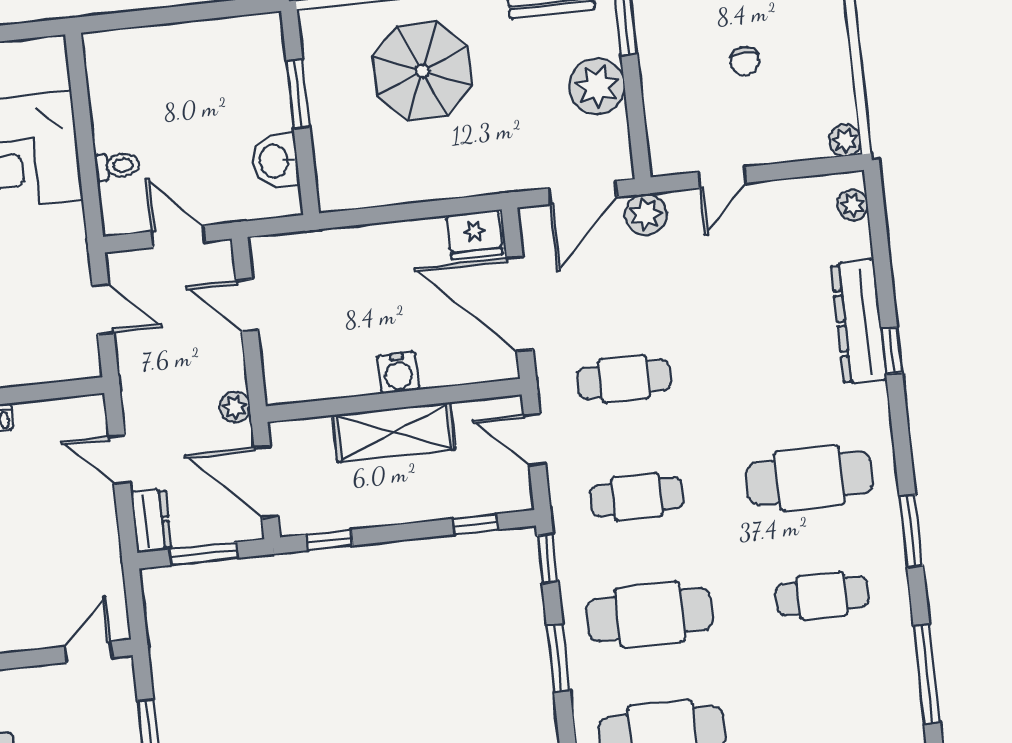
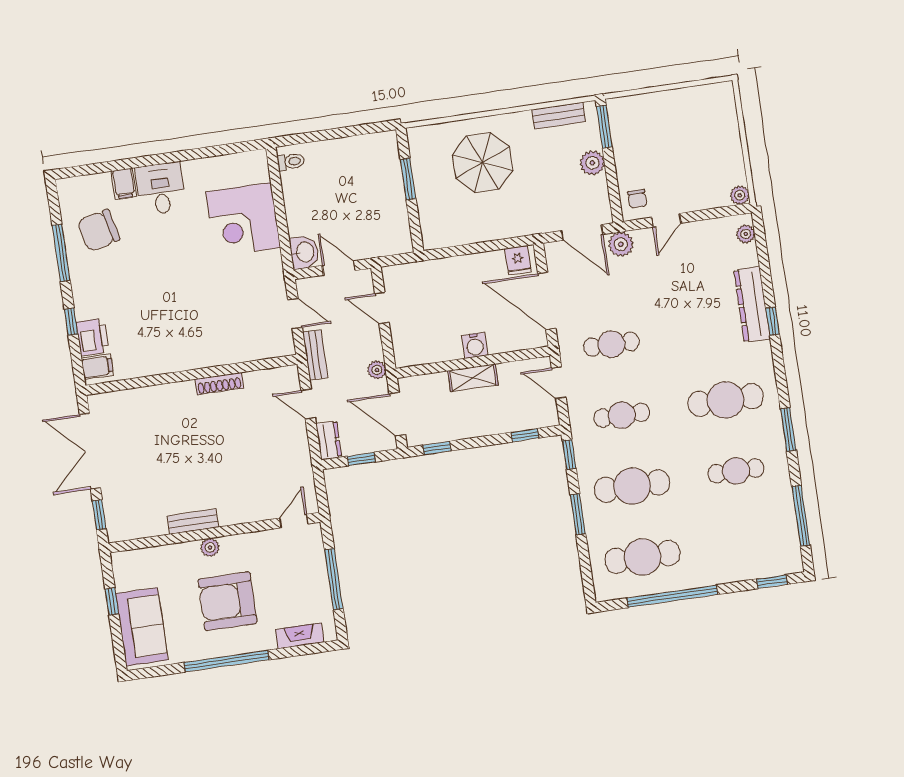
chair: (745, 61) -> (637, 199), moved
plant: (597, 86) -> (592, 163), width x0.73, depth x0.73
washbasin: (275, 161) -> (304, 252), moved, turned 180
toilet: (117, 166) -> (291, 162), moved
door: (583, 193) -> (582, 233), hinge flipped
fridge: (475, 235) -> (518, 260), width x0.72
bench: (134, 379) -> (315, 355), added
shelving: (394, 432) -> (473, 378), width x0.67, depth x0.75
window: (204, 554) -> (361, 459), width x0.67

